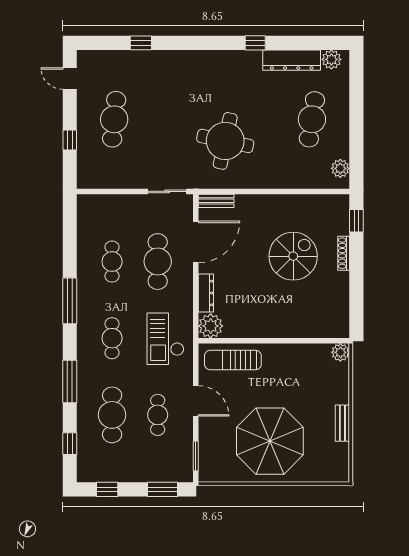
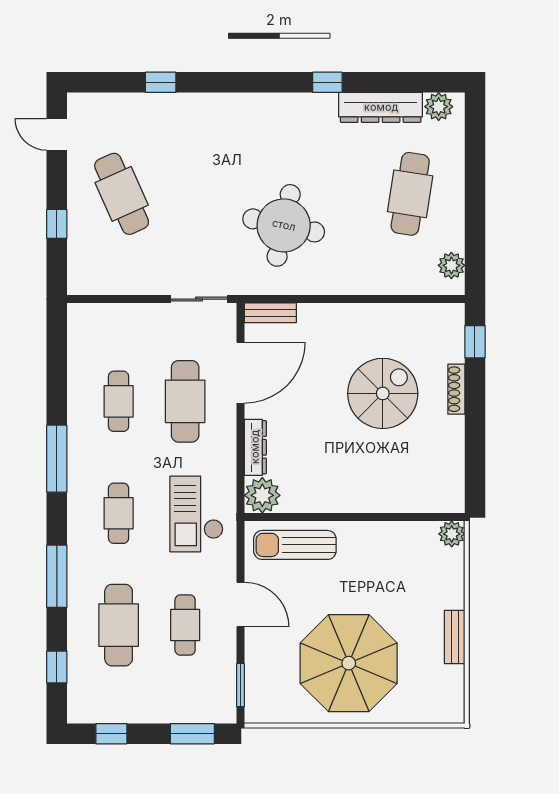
cafe table: (114, 119) -> (122, 194), turned -30

